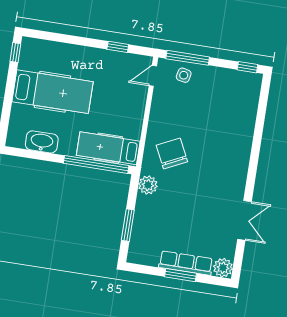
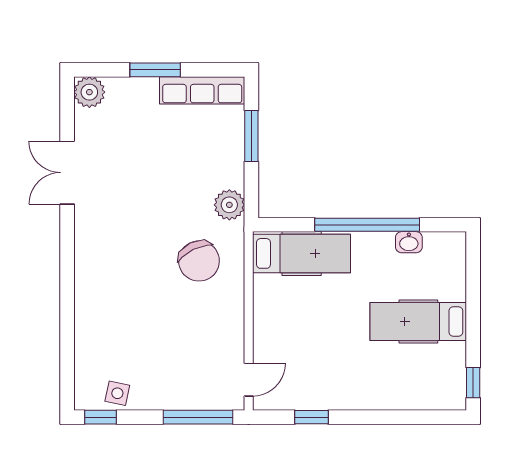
side table: (184, 75) -> (117, 393), moved
hospital bed: (52, 92) -> (418, 322), width x0.73, depth x0.78
washbasin: (42, 142) -> (409, 242), width x0.52, depth x0.69
window: (96, 164) -> (367, 225), moved
row of seats: (186, 263) -> (202, 90), moved

